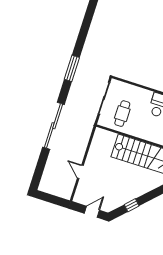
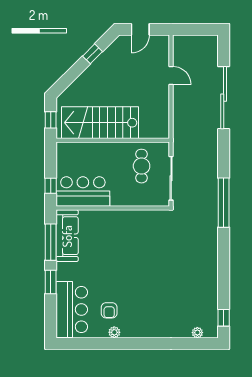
window: (72, 68) -> (224, 203), width x1.46
sliding door: (53, 126) -> (224, 98), moved

